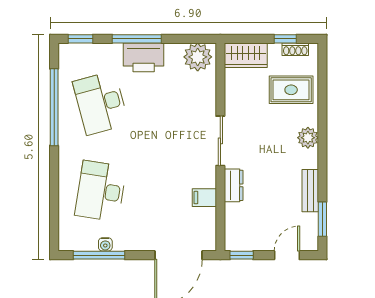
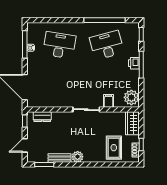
printer: (144, 57) -> (134, 63), width x0.53, depth x0.68
plant: (308, 138) -> (78, 157), moved
dresser: (234, 185) -> (42, 117), moved
filing cabinet: (204, 198) -> (109, 101), moved
door: (287, 255) -> (25, 145), swing flipped

